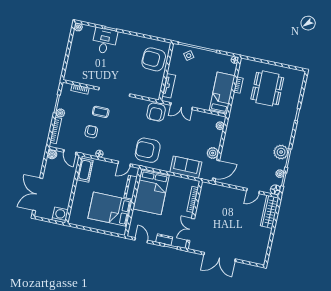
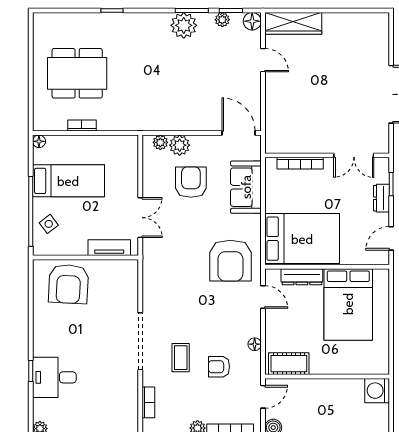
bed: (222, 93) -> (68, 181), moved, turned 180
armchair: (156, 112) -> (191, 182), moved, turned -90
plant: (213, 153) -> (180, 145), moved

